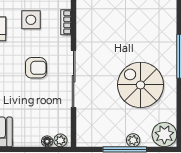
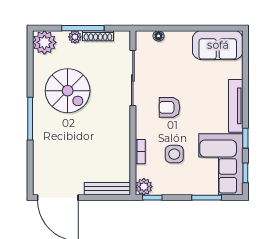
sliding door: (74, 79) -> (133, 78), moved
plant: (60, 140) -> (146, 37), removed
shoe rack: (109, 141) -> (98, 36), added

